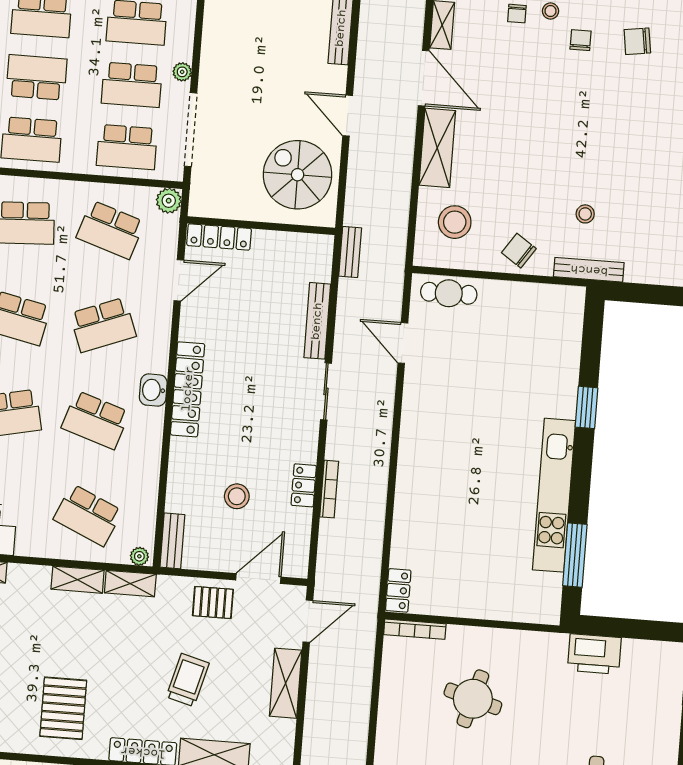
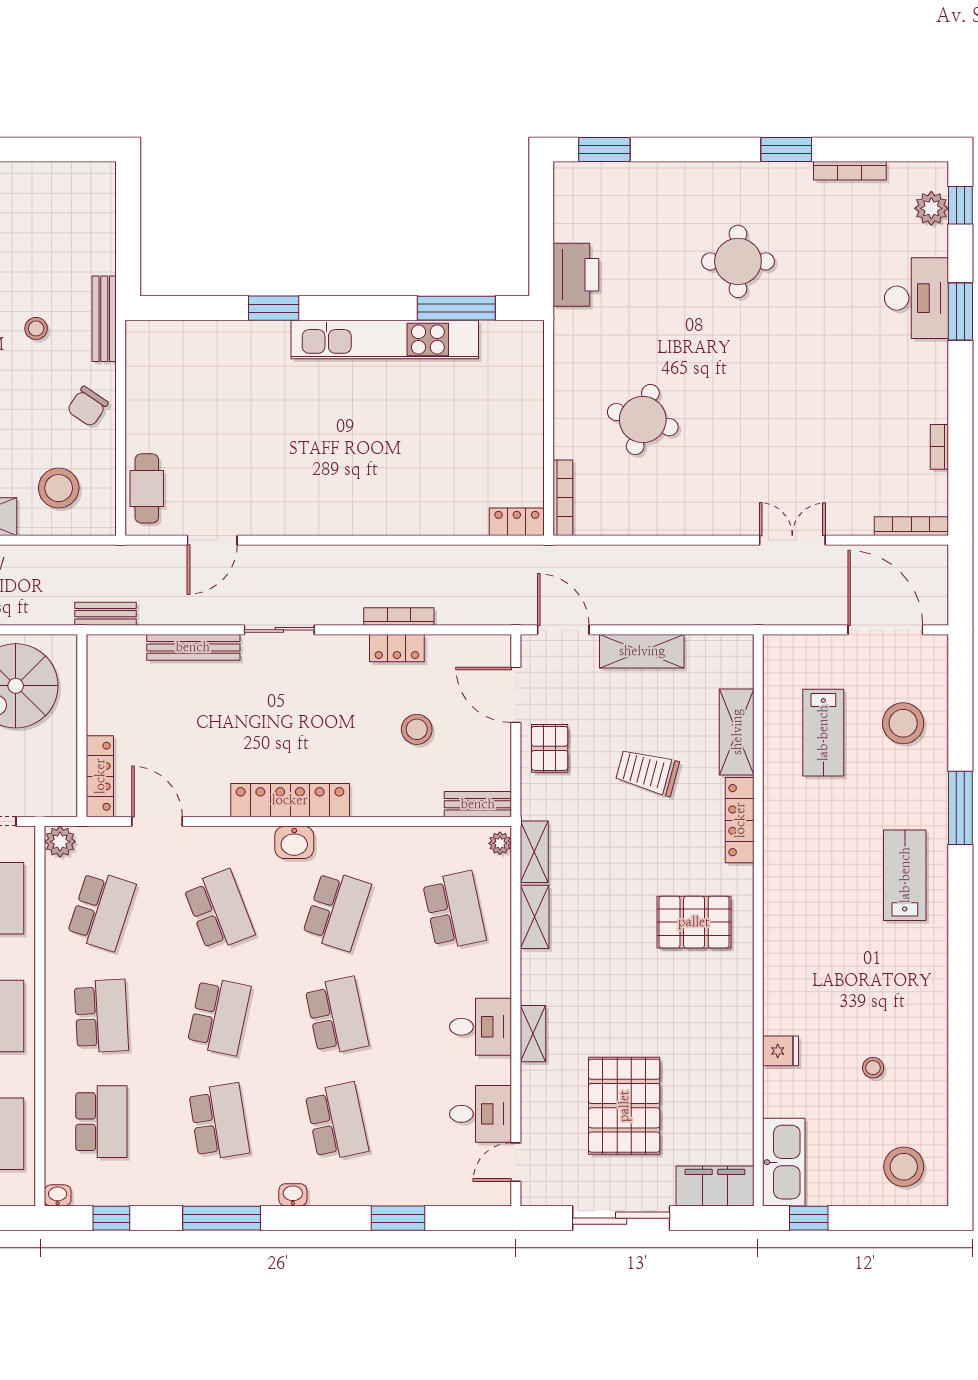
school desk: (88, 515) -> (454, 910), turned -36

